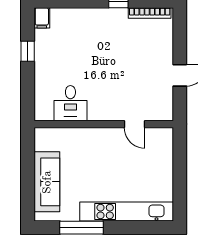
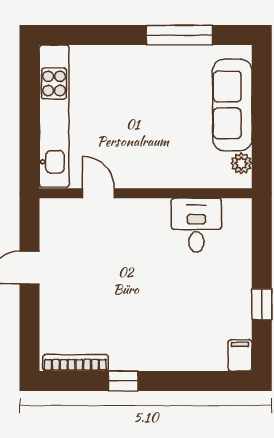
plant: (41, 144) -> (241, 163), added
kitchen unit: (127, 211) -> (54, 116), moved, turned -90

